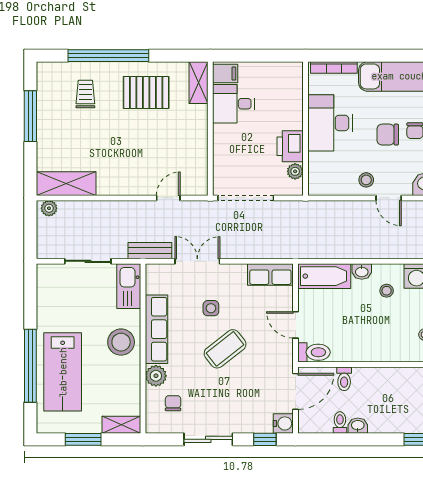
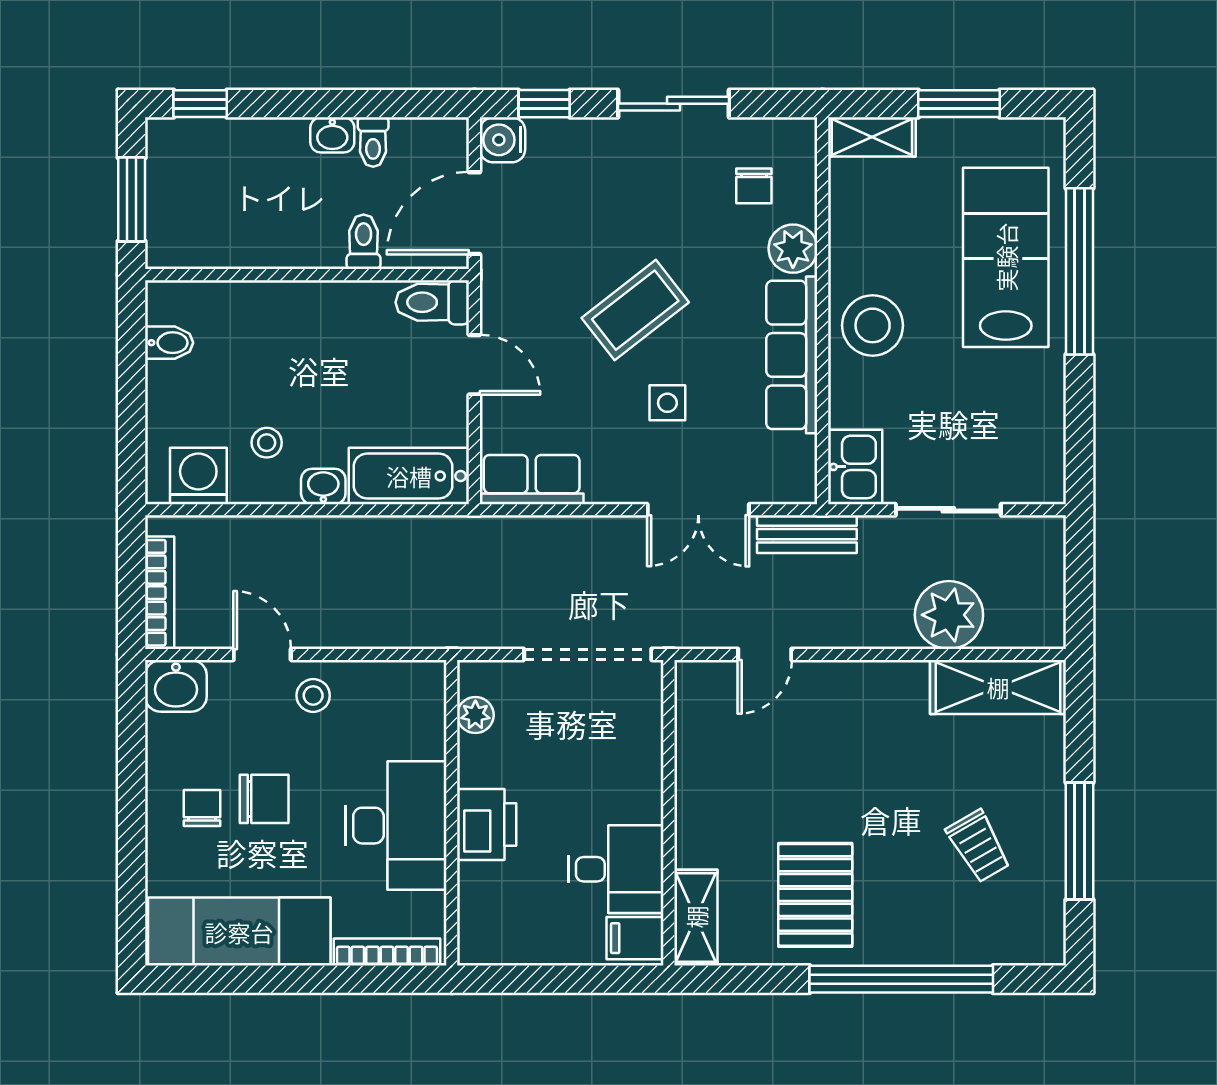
pallet: (146, 93) -> (815, 895), turned 90
trolley: (85, 94) -> (978, 846), moved, turned -30
printer: (290, 146) -> (487, 825), moved
plant: (49, 208) -> (949, 615), moved, width x1.87, depth x1.87
kitchen sink: (129, 286) -> (855, 467), width x0.73

